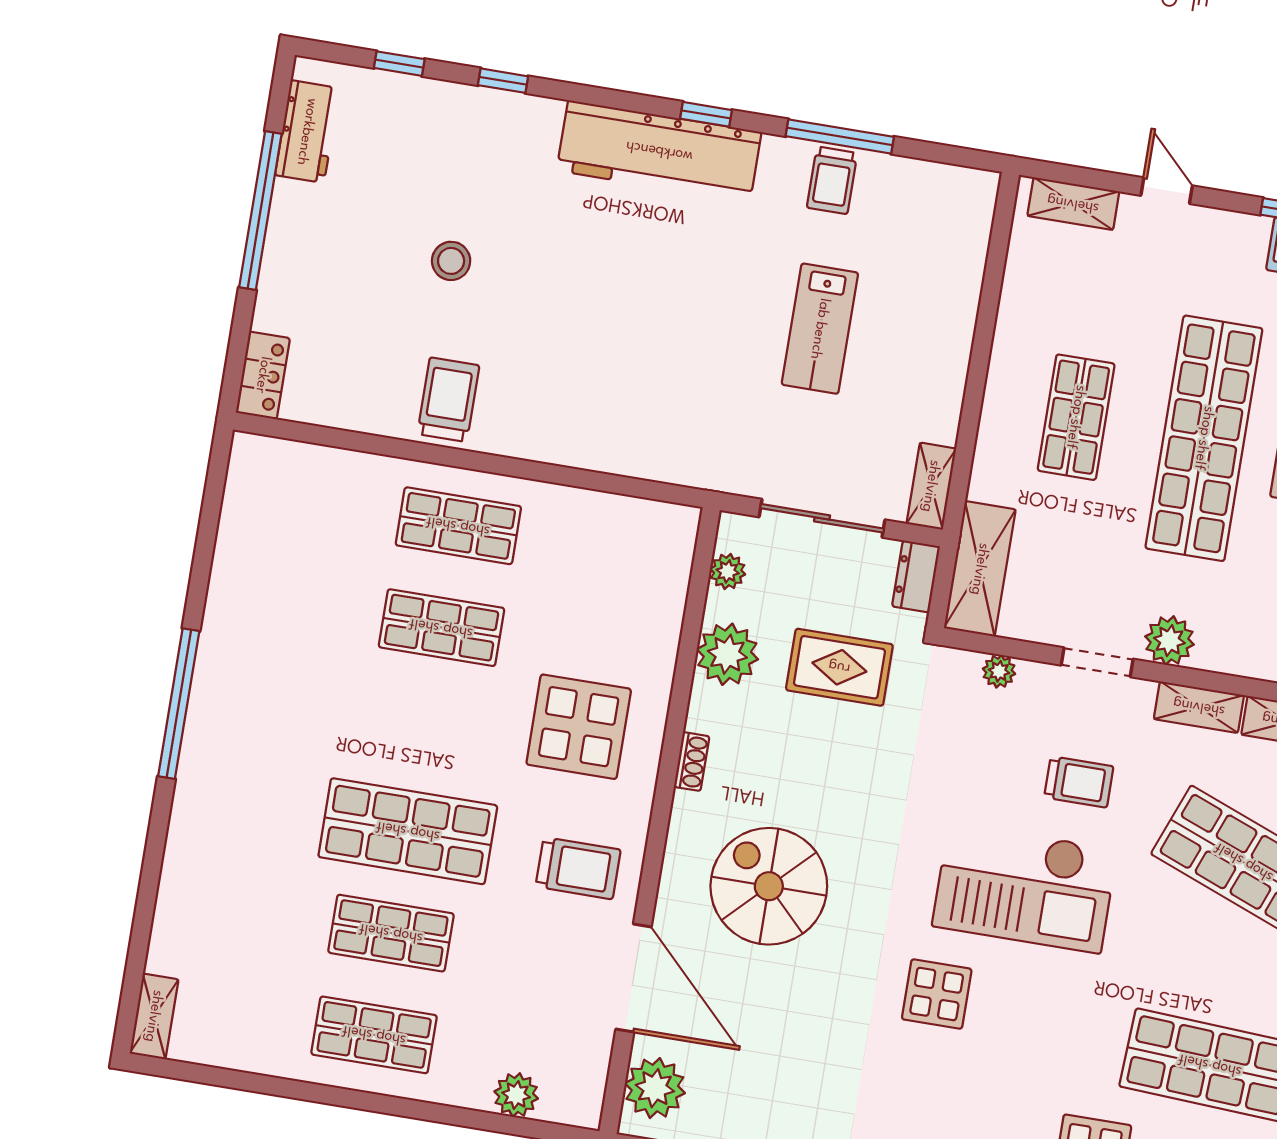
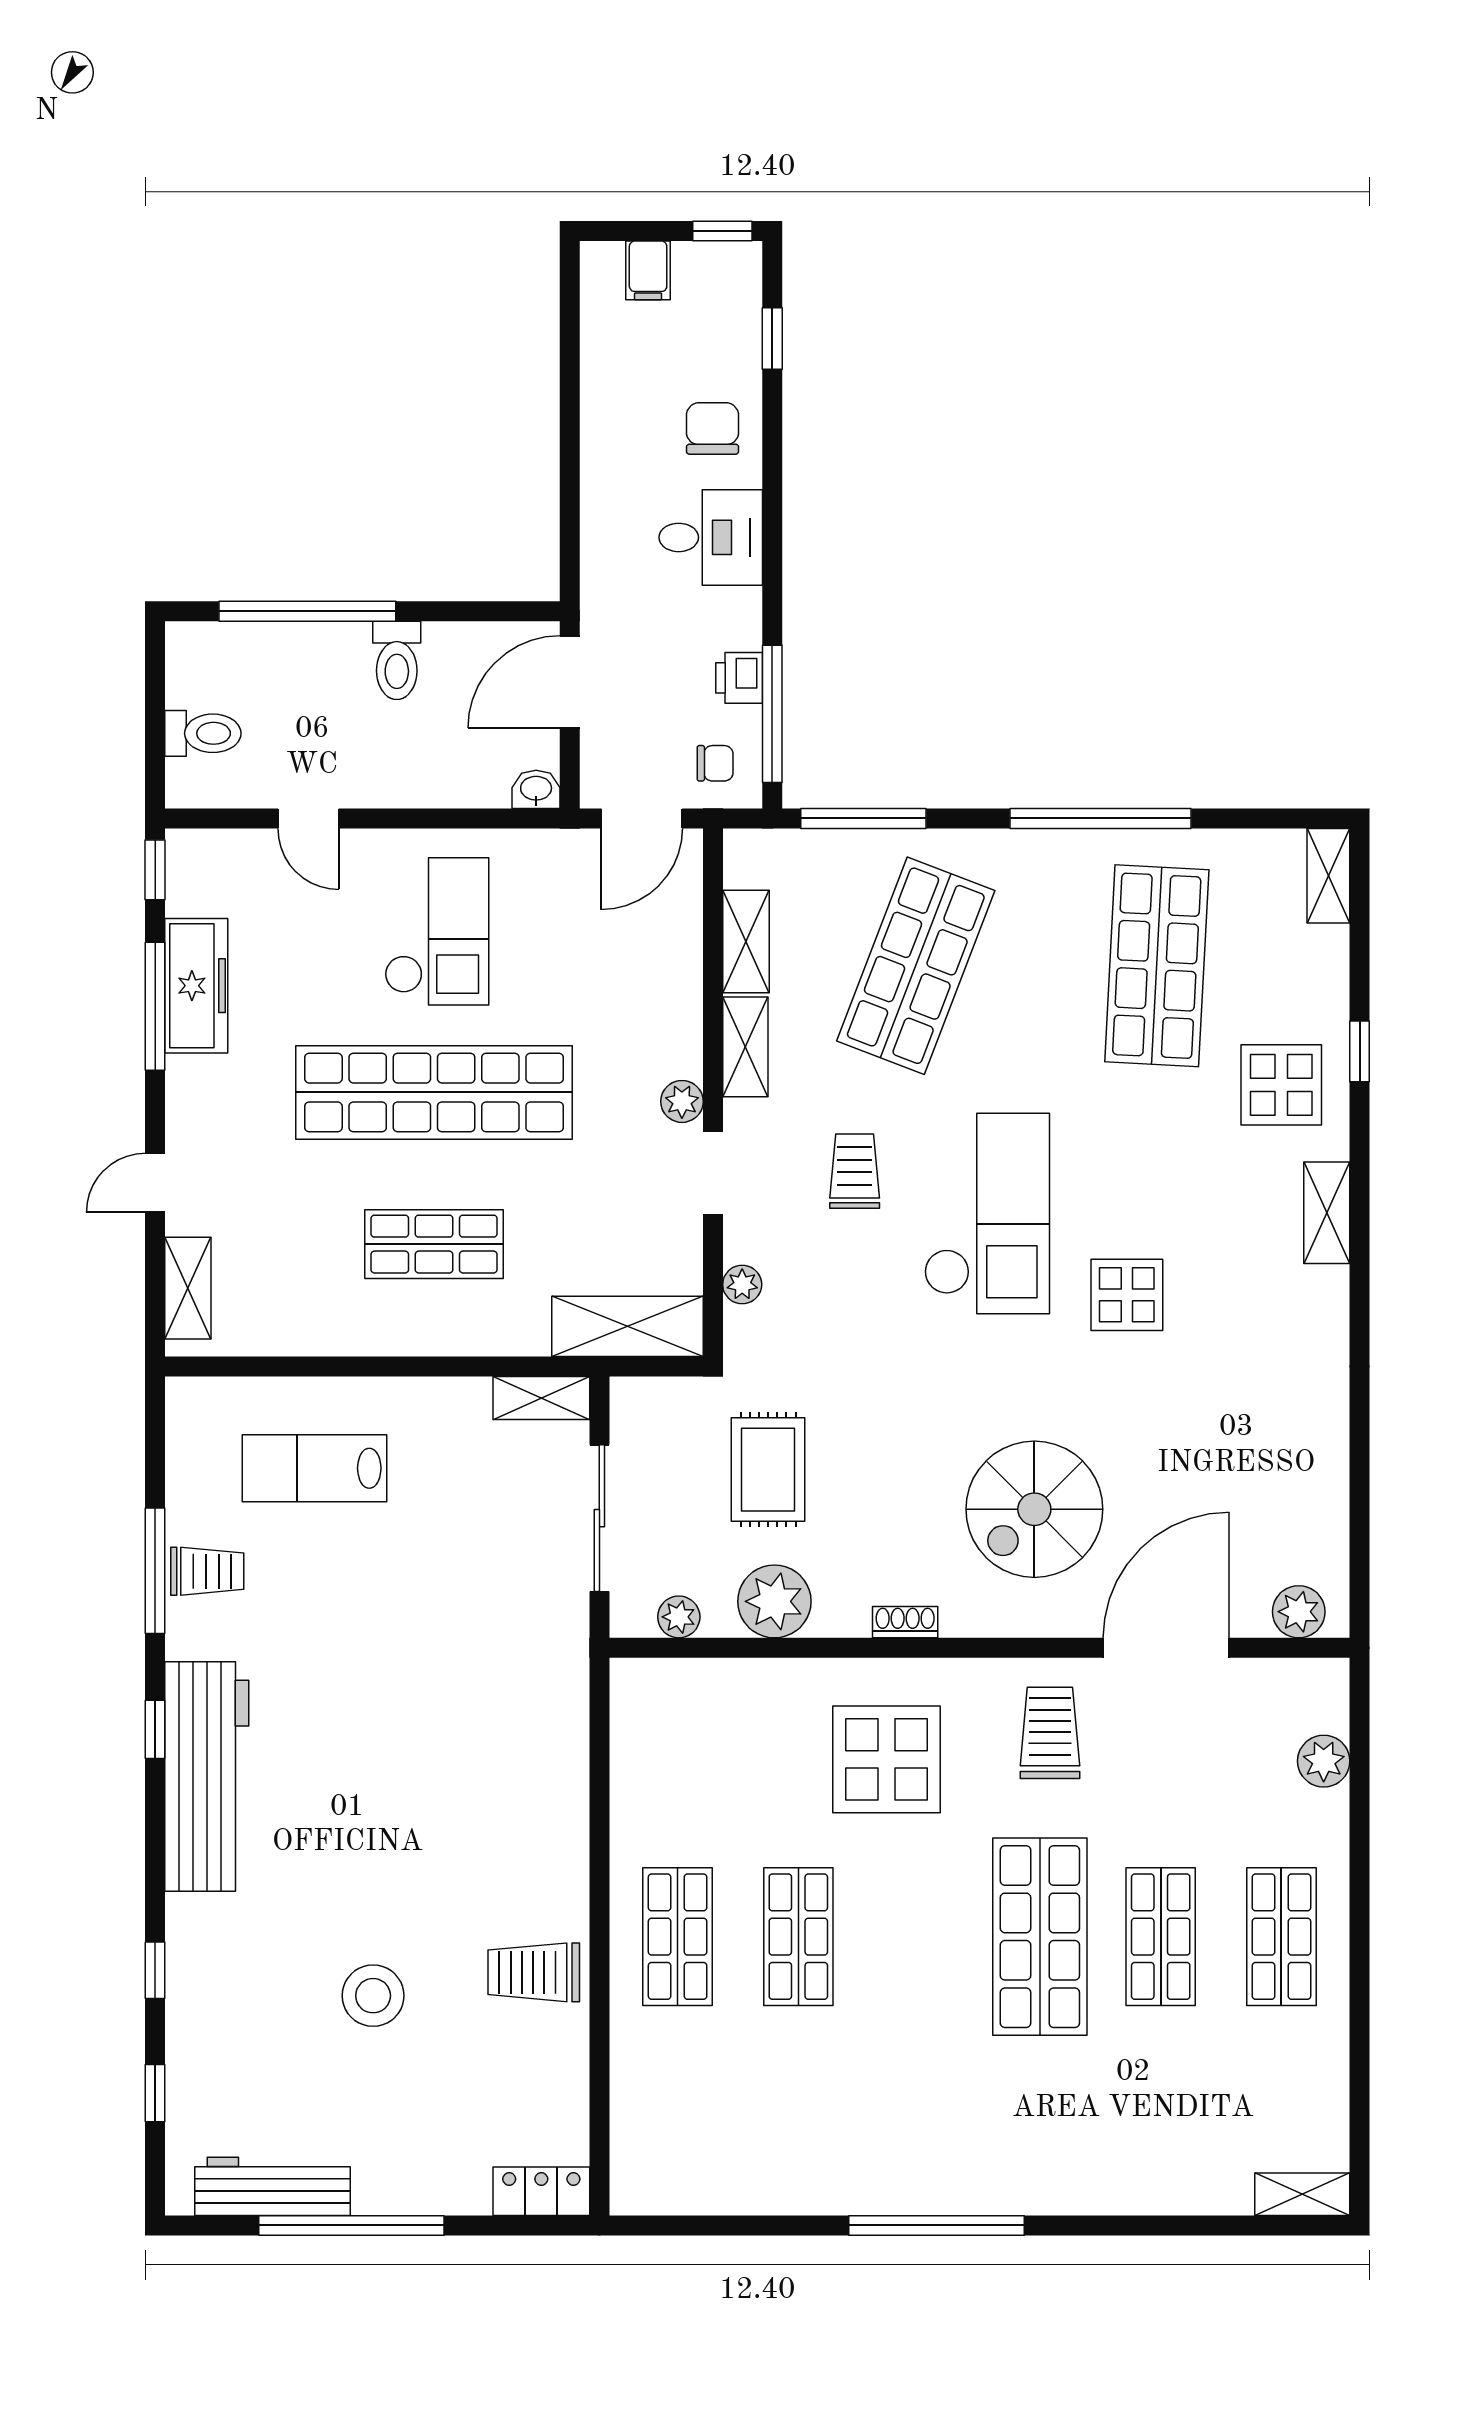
workbench: (307, 132) -> (272, 2186), width x1.38
stool: (451, 261) -> (373, 1996), width x1.38, depth x1.38
lab bench: (820, 329) -> (315, 1468), moved, turned 180
dresser: (916, 576) -> (649, 1398), removed
plant: (1169, 641) -> (682, 1101), width x0.73, depth x0.73
plant: (655, 1088) -> (1299, 1612), width x0.73, depth x0.73

